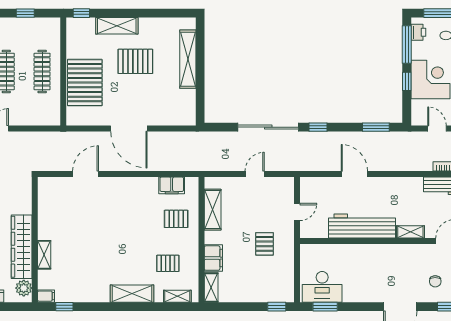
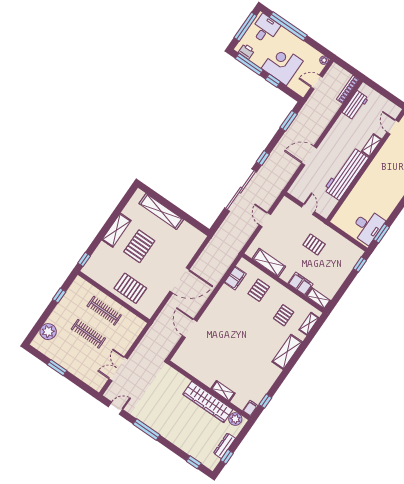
shelving: (117, 26) -> (116, 230), moved
pallet: (85, 83) -> (130, 288), width x0.73, depth x0.71

